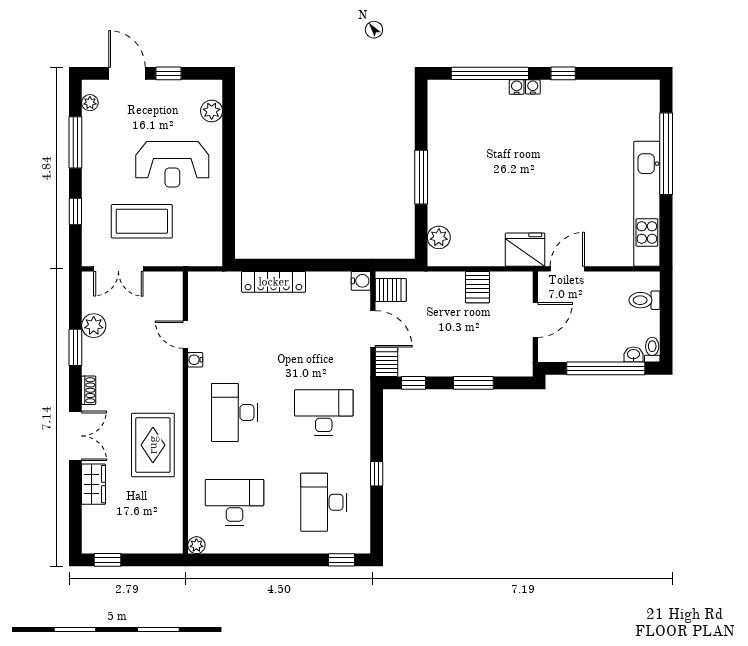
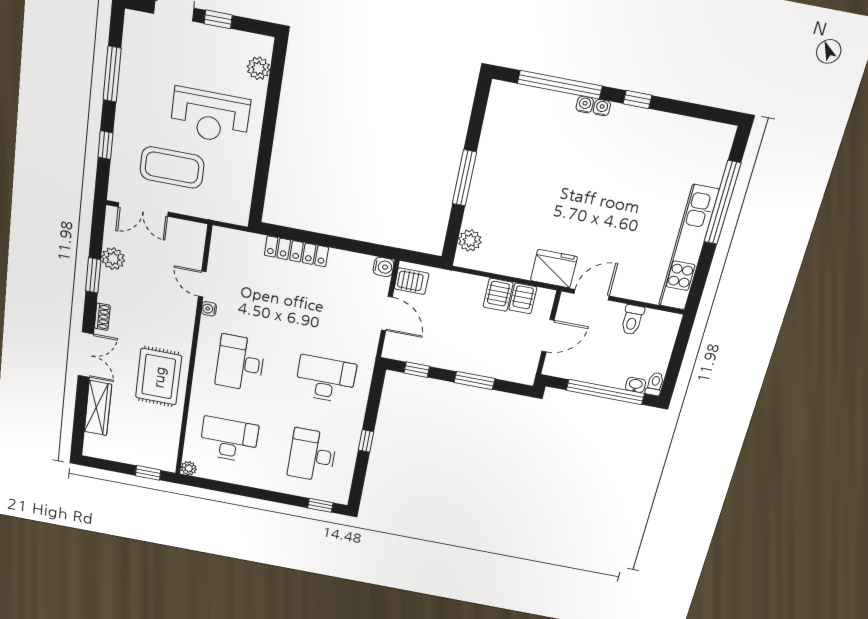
plant: (90, 103) -> (131, 35), removed
toilet: (644, 300) -> (632, 320), moved, turned -90
server rack: (386, 362) -> (523, 298), moved, turned 180
wardrobe: (94, 484) -> (98, 408), width x1.50
window: (107, 560) -> (148, 473), moved

